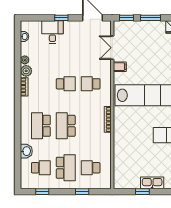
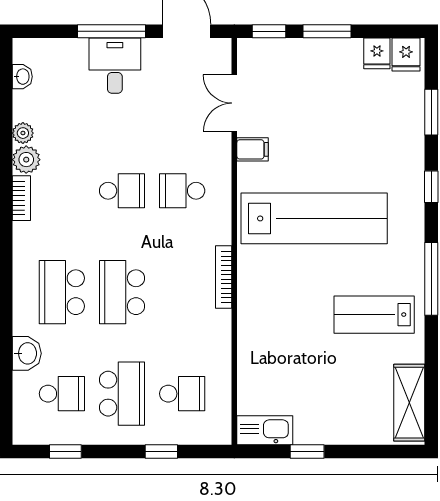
window: (61, 18) -> (111, 31), width x2.17
desk: (52, 32) -> (115, 66), moved
school desk: (91, 168) -> (182, 394), turned 180
kitchen sink: (152, 183) -> (265, 430), moved

